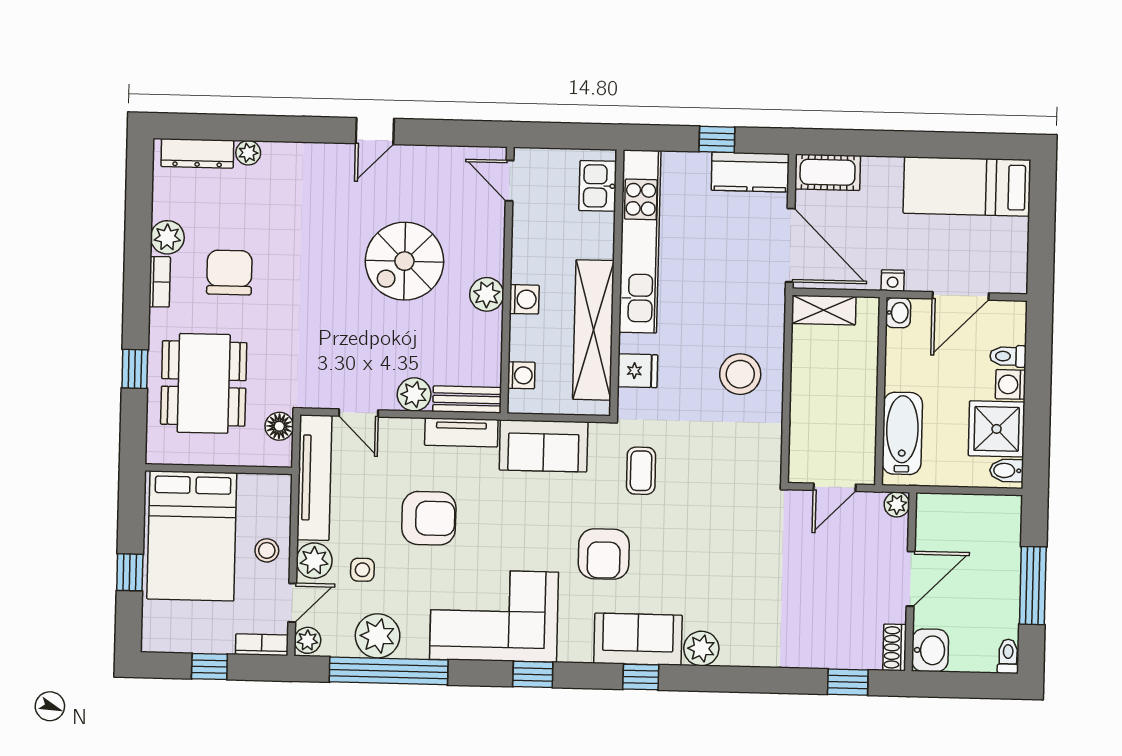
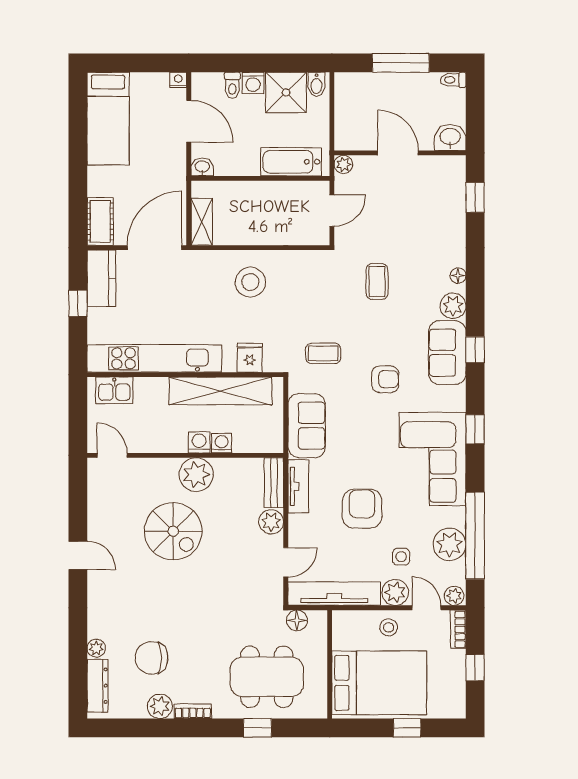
door: (509, 181) -> (112, 455), swing flipped
chair: (229, 273) -> (151, 658), moved
nightstand: (893, 280) -> (178, 80), moved, turned -90
plant: (487, 294) -> (196, 475), width x1.36, depth x1.36
washing machine: (521, 375) -> (222, 443), moved
door: (835, 487) -> (332, 211), hinge flipped
coffee table: (737, 546) -> (377, 282), added
armchair: (604, 554) -> (385, 379), width x0.72, depth x0.72
shoe rack: (895, 647) -> (449, 164), removed
floor lamp: (742, 656) -> (458, 276), added

